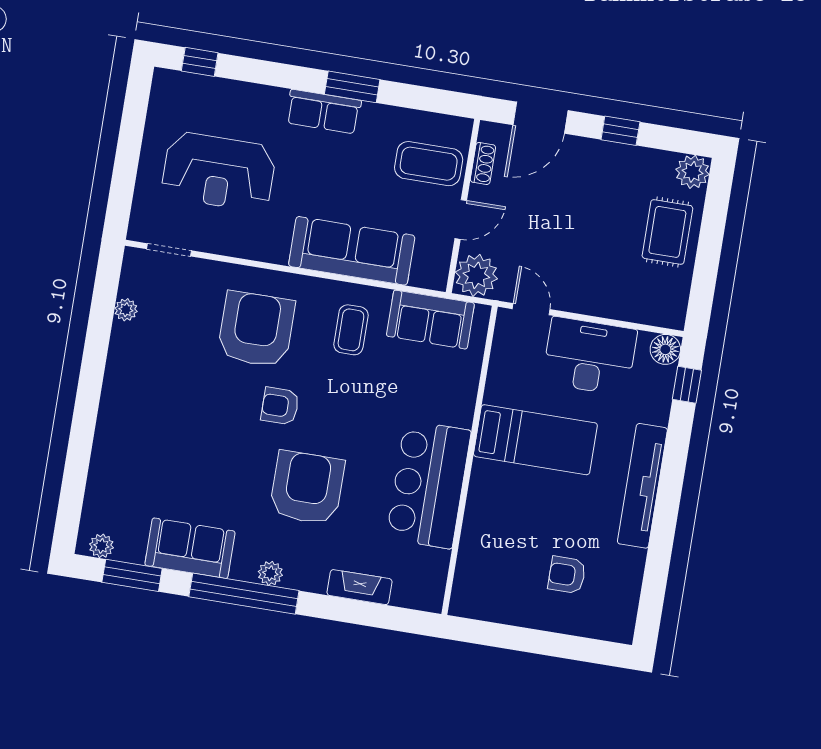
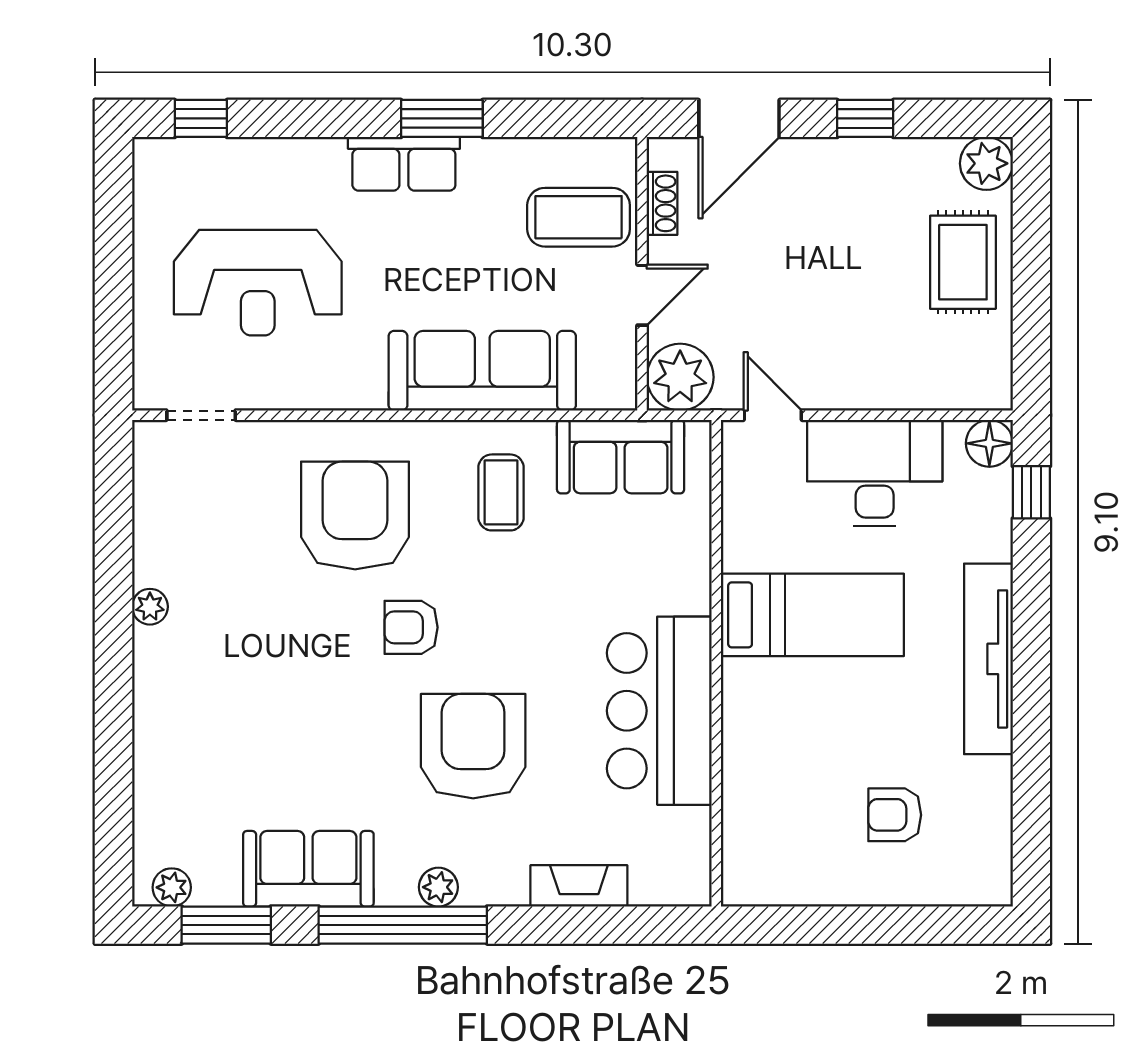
plant: (126, 310) -> (150, 607), moved

